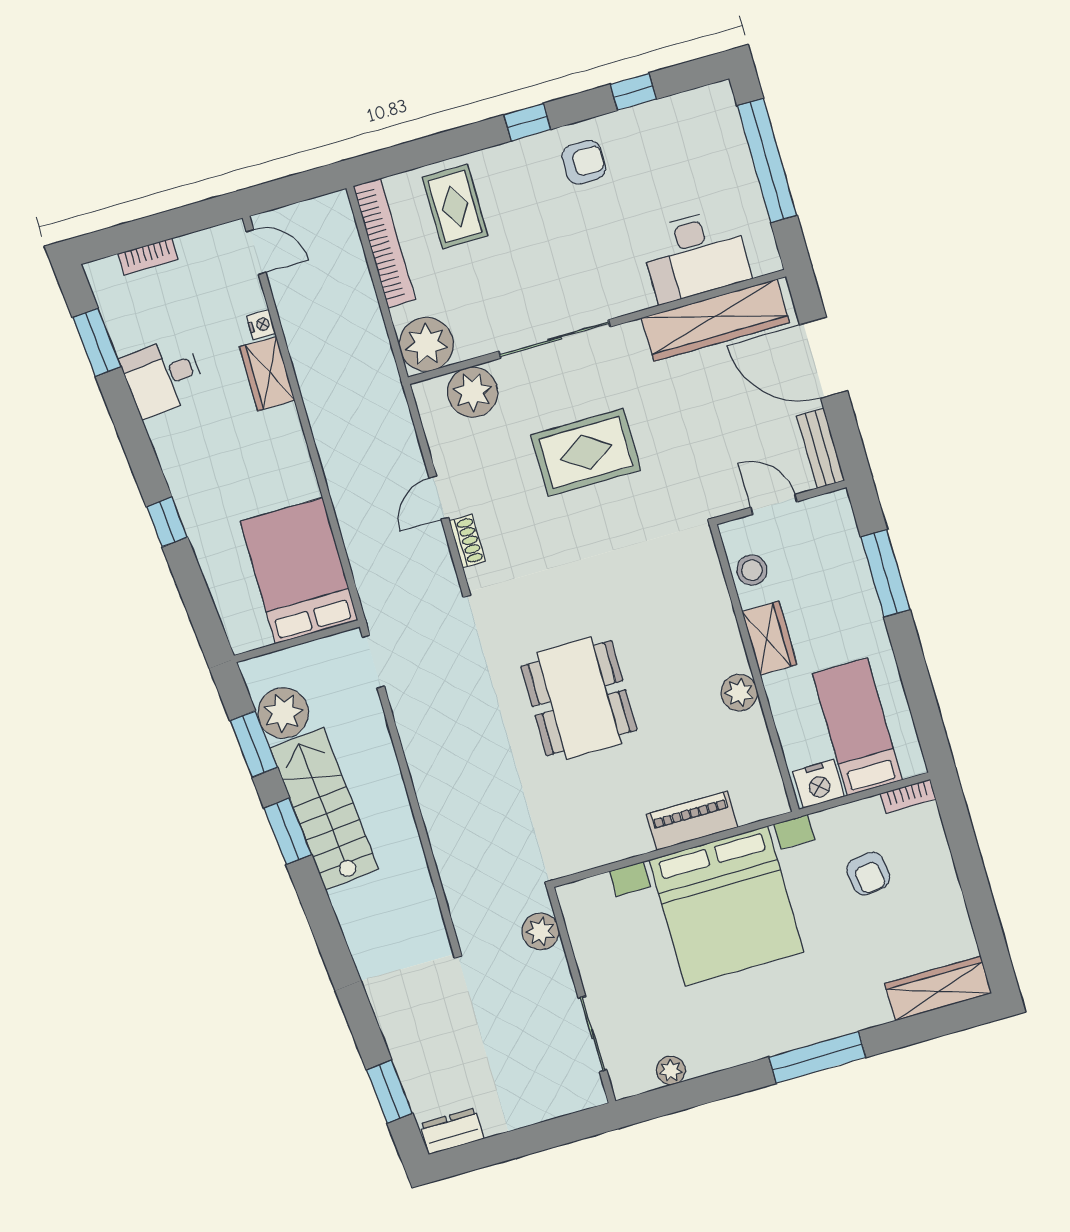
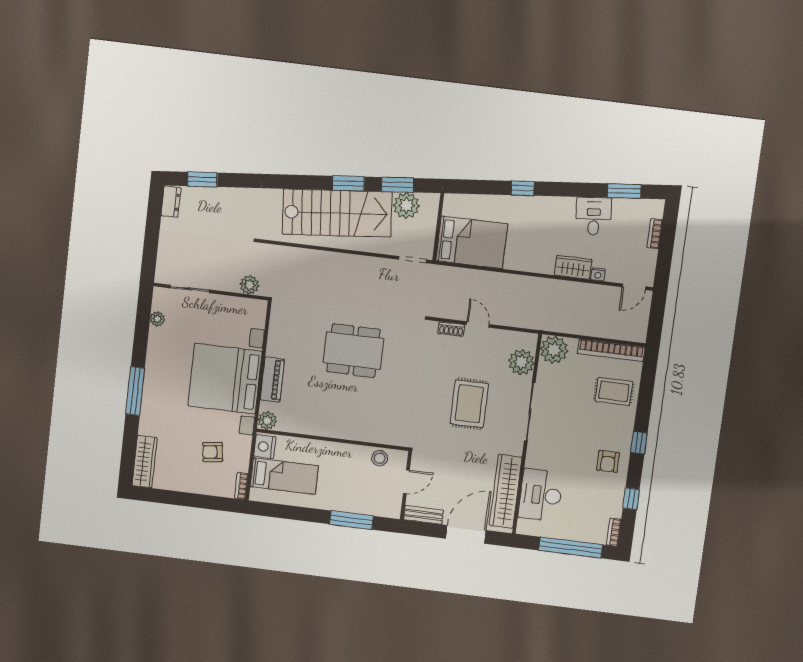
bookcase: (706, 96) -> (614, 532), added
wardrobe: (769, 638) -> (344, 453), removed
plant: (739, 693) -> (267, 421), moved
stairs: (324, 809) -> (337, 213), width x1.36, depth x1.51

